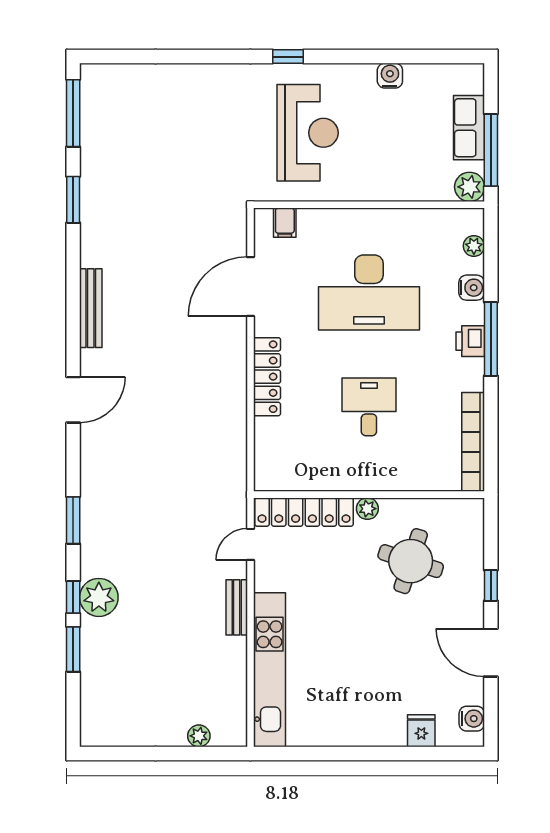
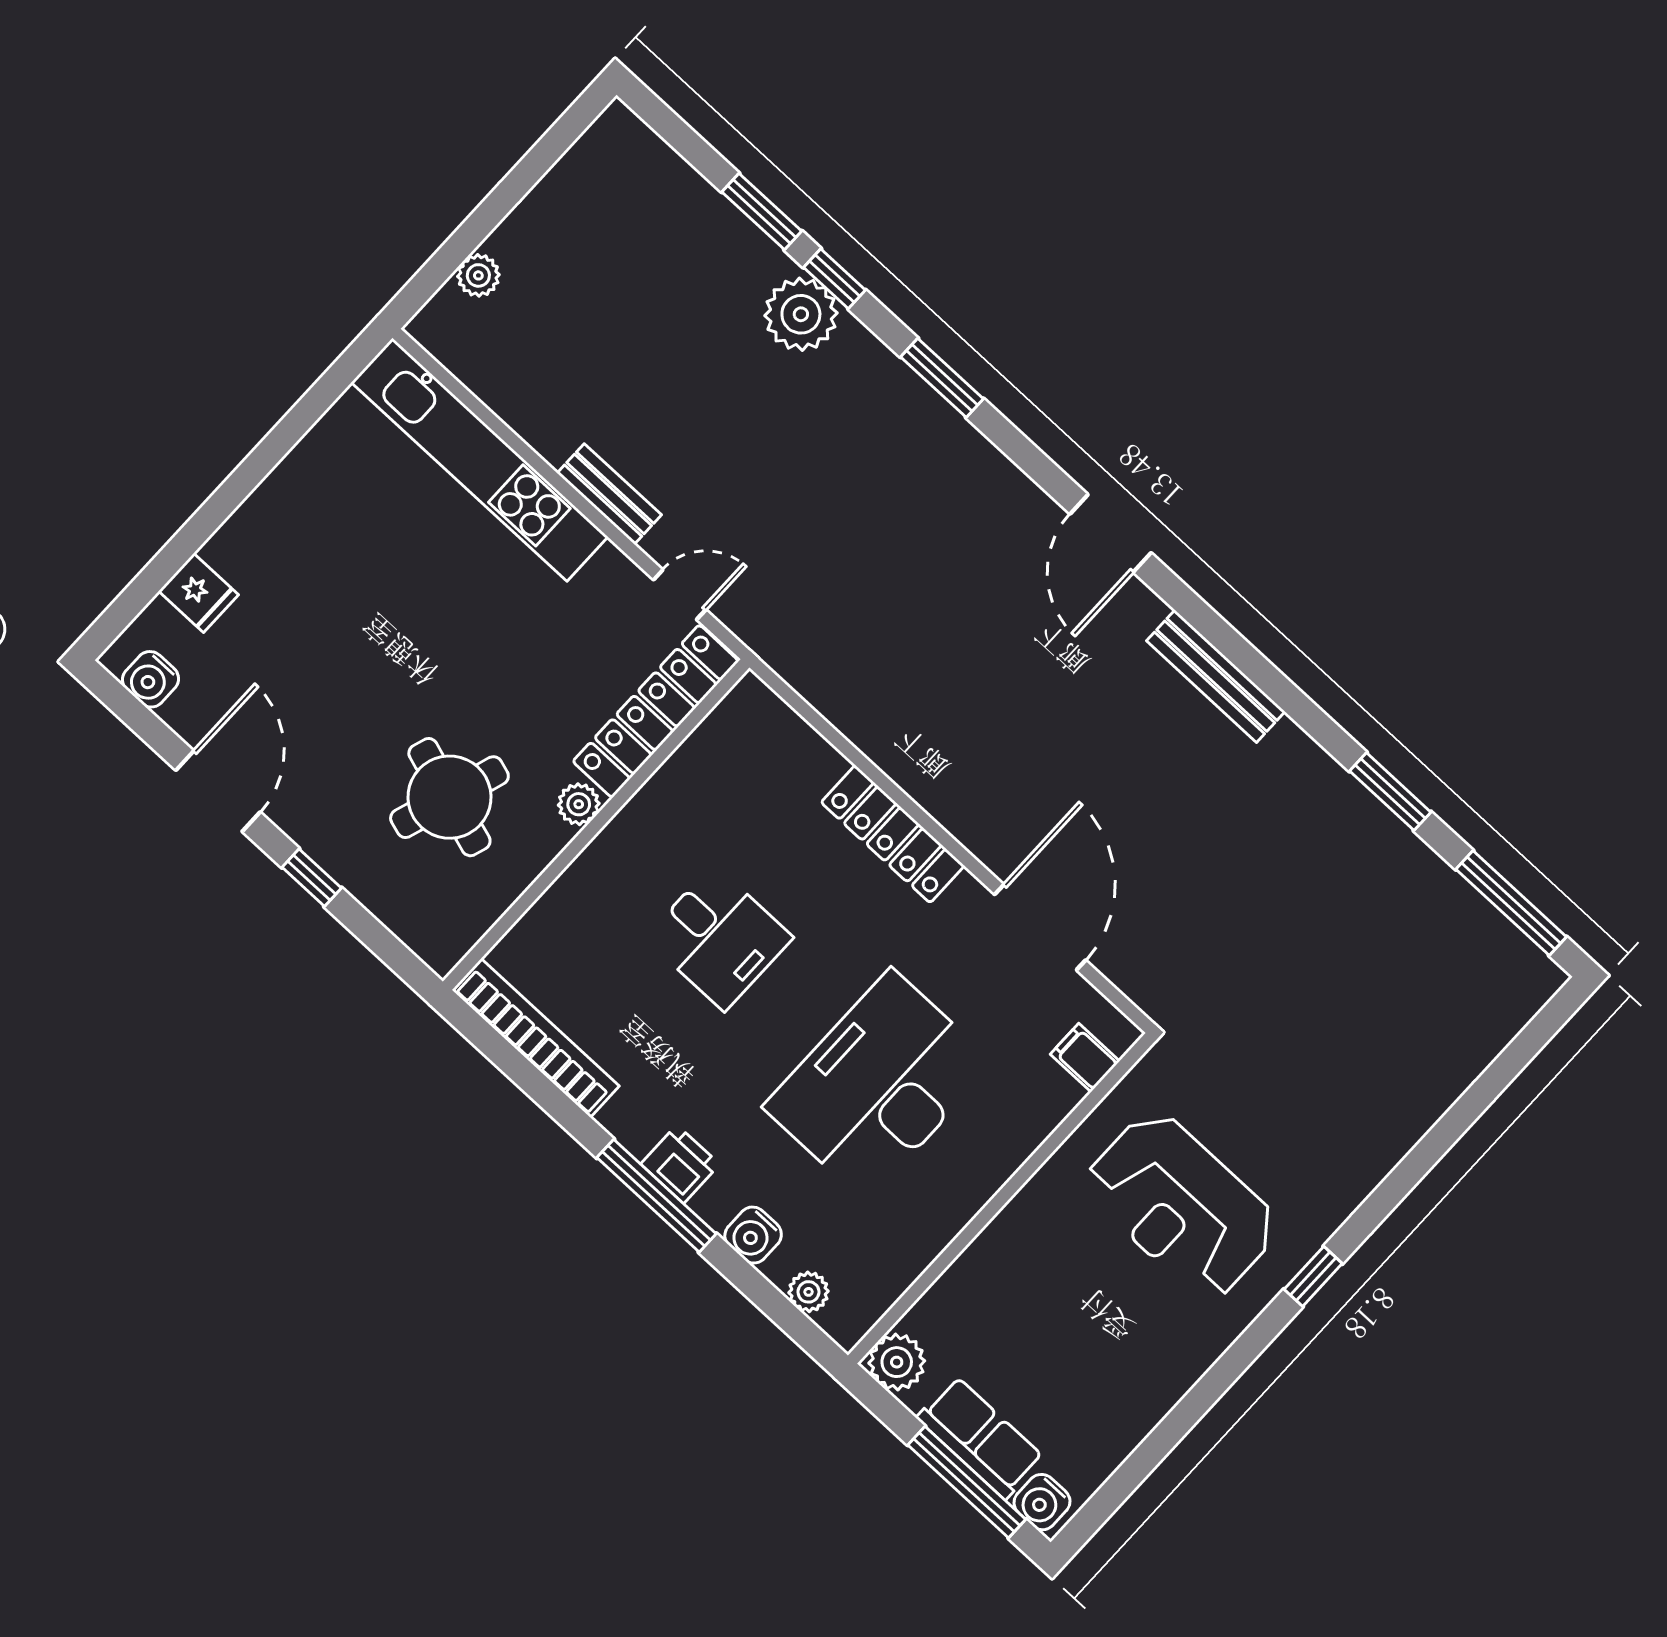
water cooler: (390, 76) -> (1042, 1502), moved, turned 90
window: (491, 150) -> (967, 1482), moved
door: (250, 544) -> (680, 595), hinge flipped
door: (491, 653) -> (218, 791), hinge flipped

